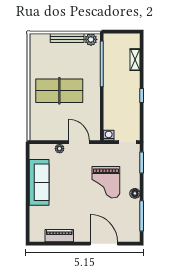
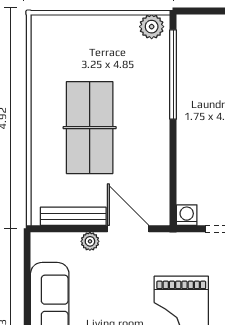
bench: (67, 38) -> (73, 216), moved
table tennis table: (59, 91) -> (90, 128), turned 90

